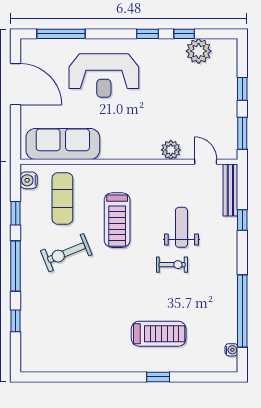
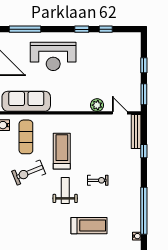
plant: (199, 51) -> (115, 40), removed
treadmill: (117, 220) -> (62, 151), turned 180
weight bench: (181, 227) -> (65, 191), moved

